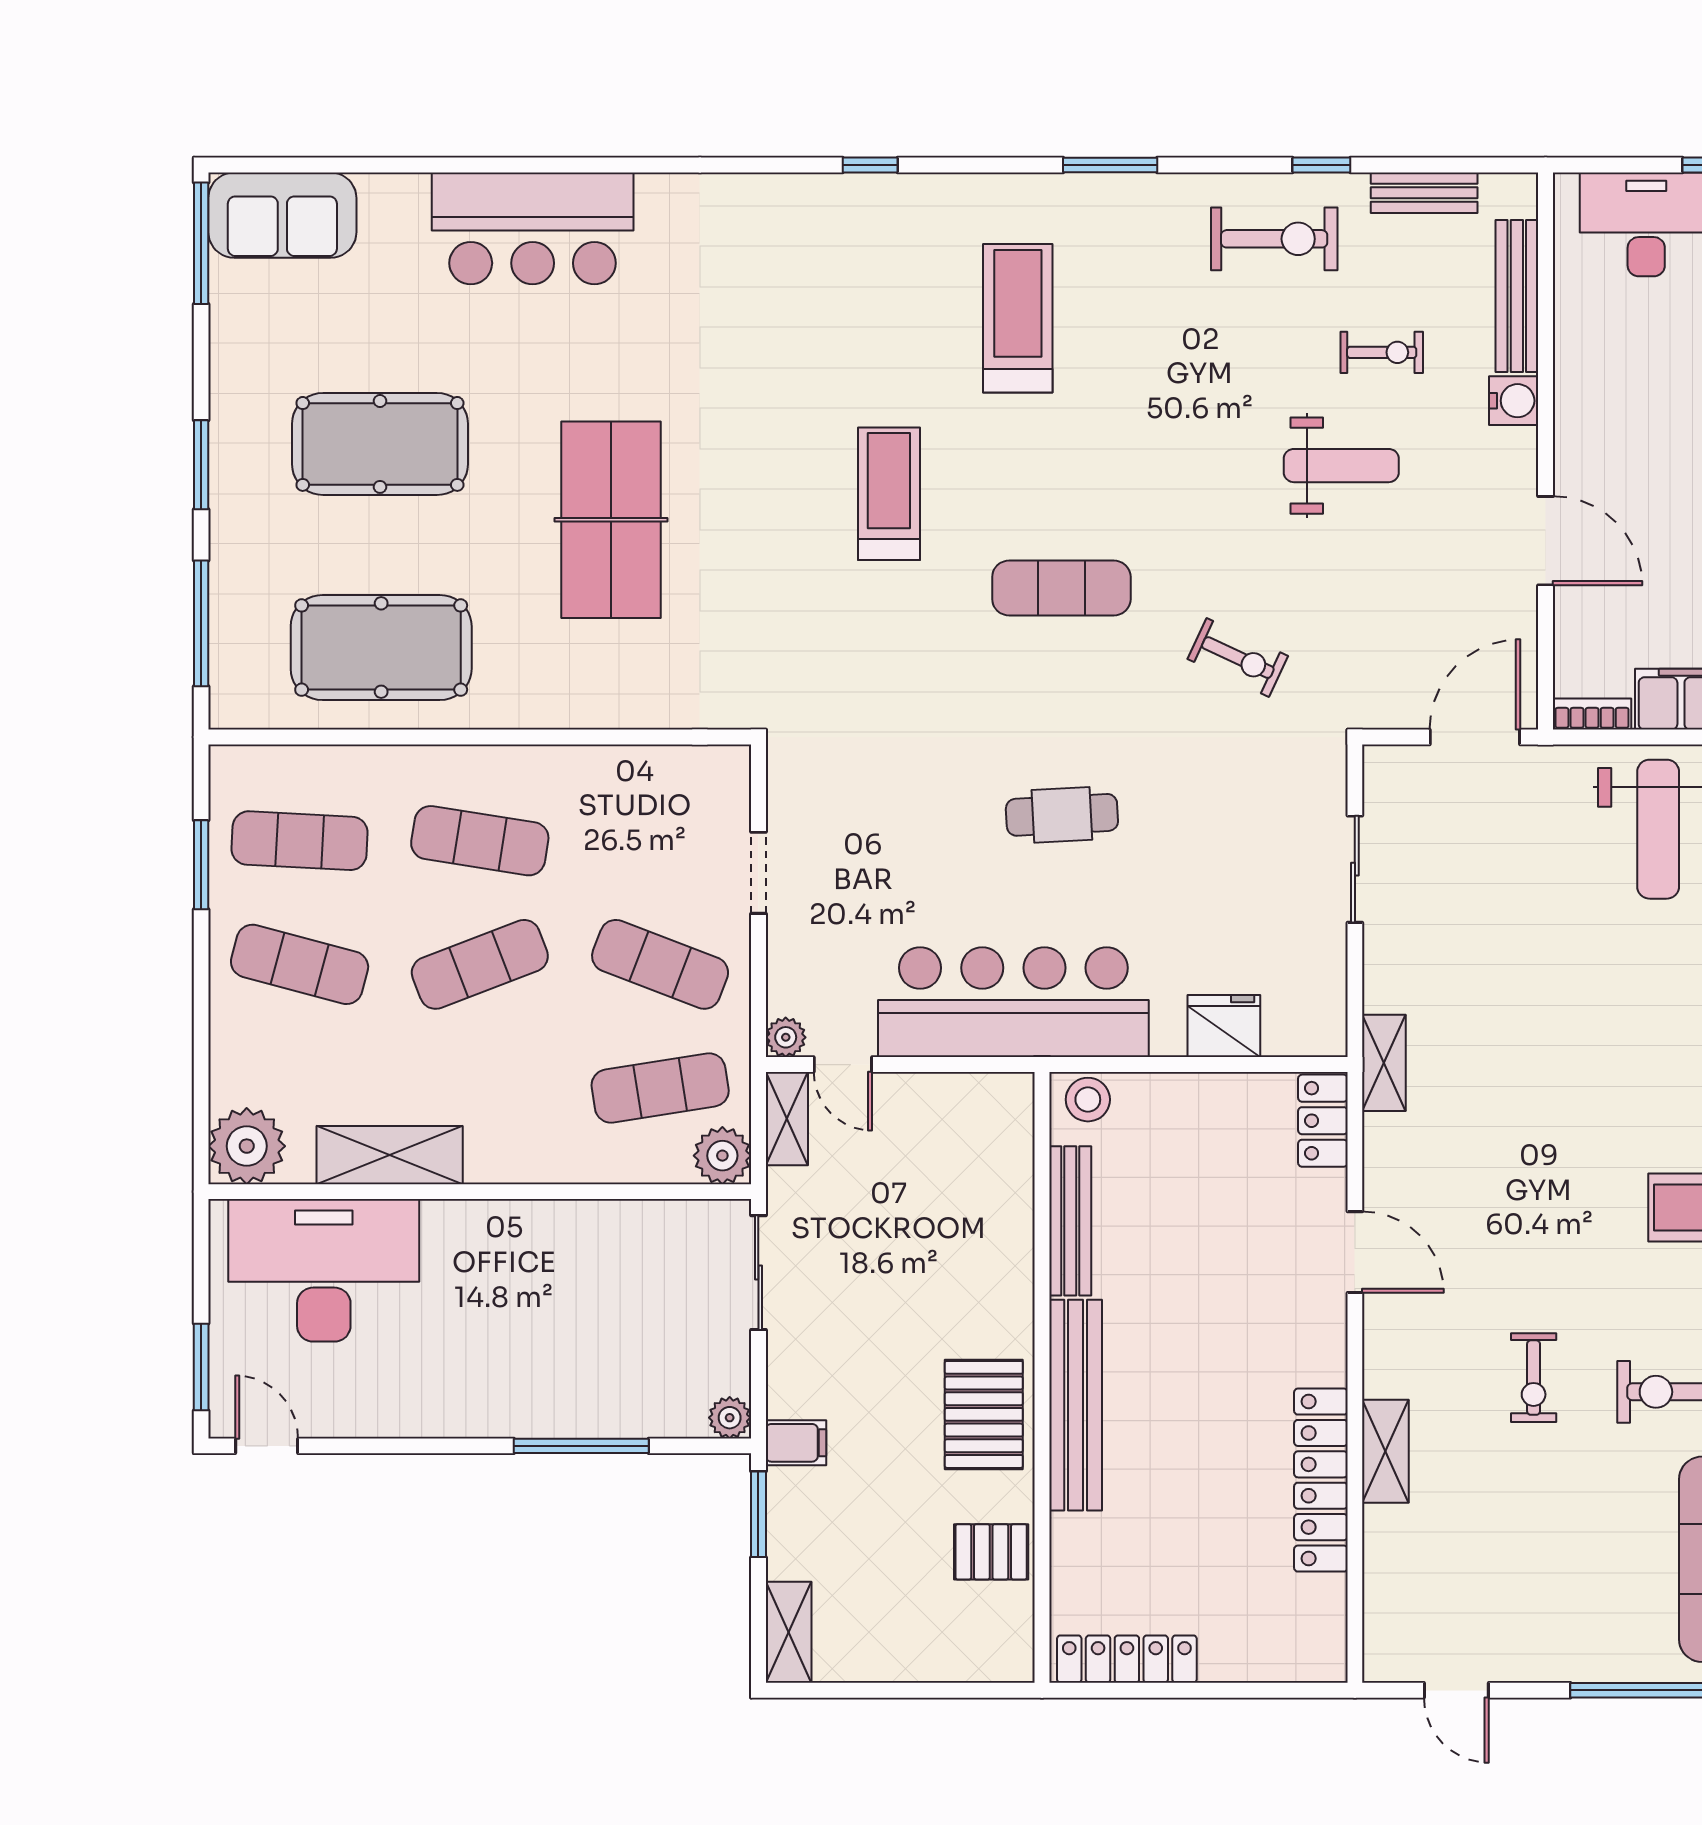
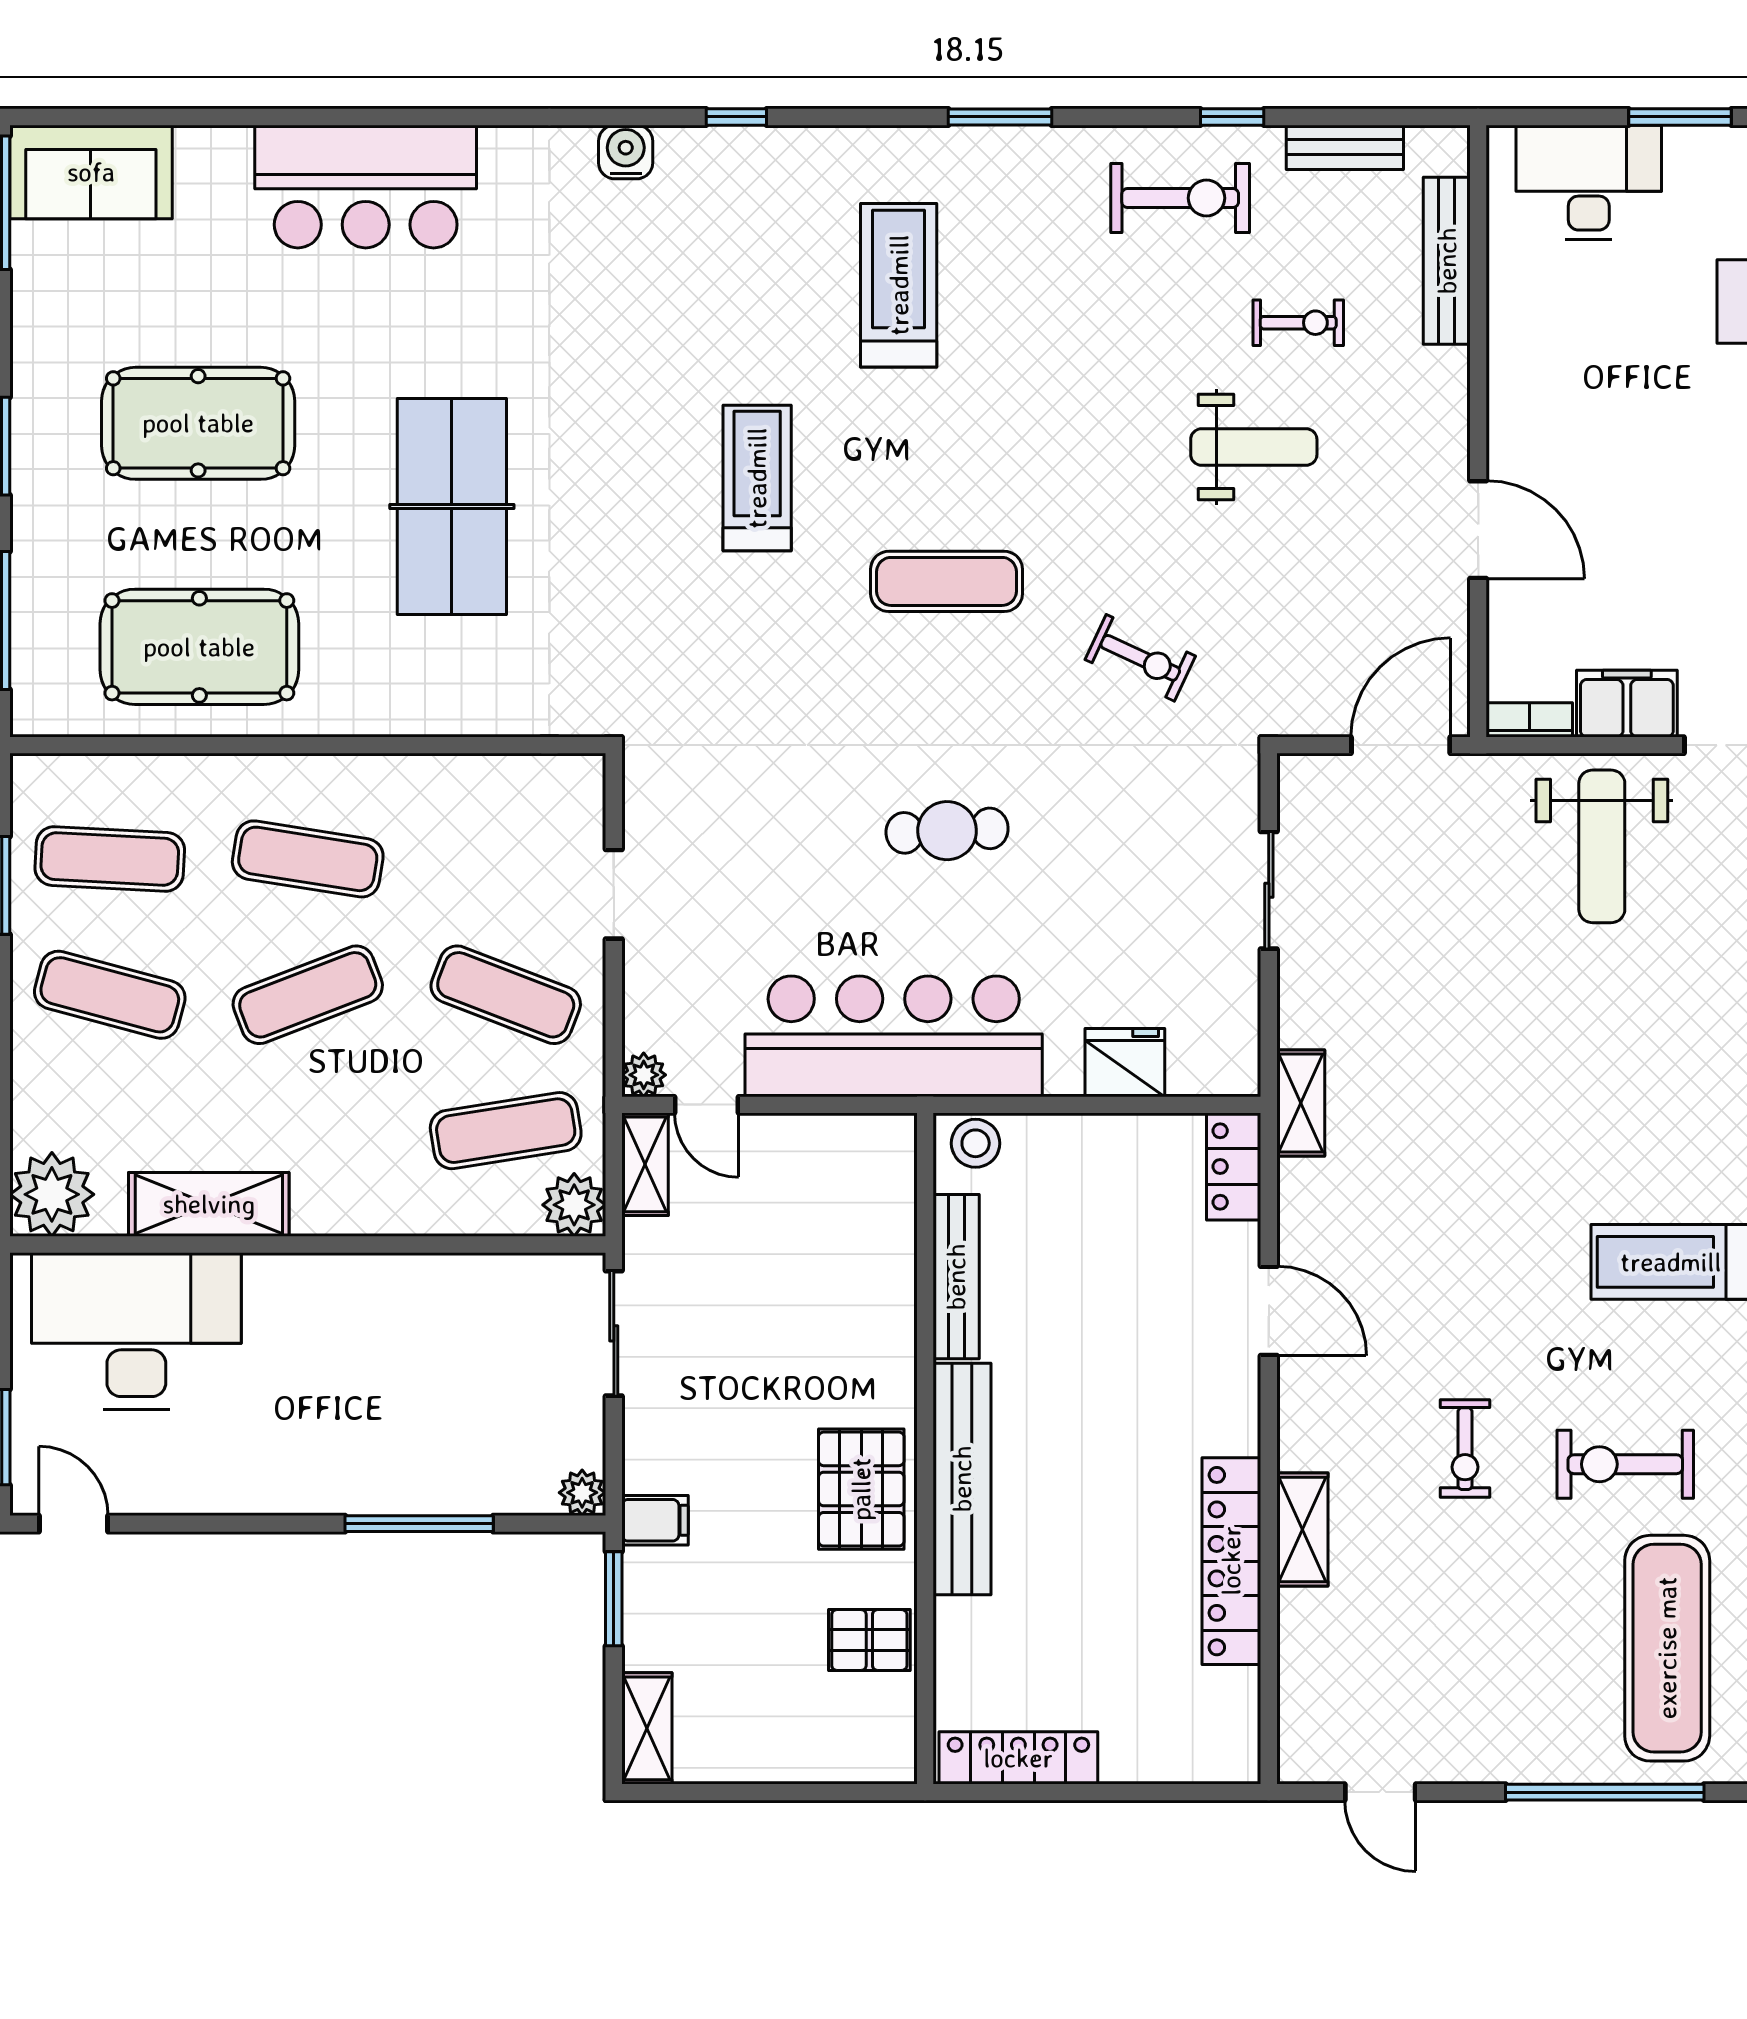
water cooler: (1514, 401) -> (626, 152), moved, turned -90

